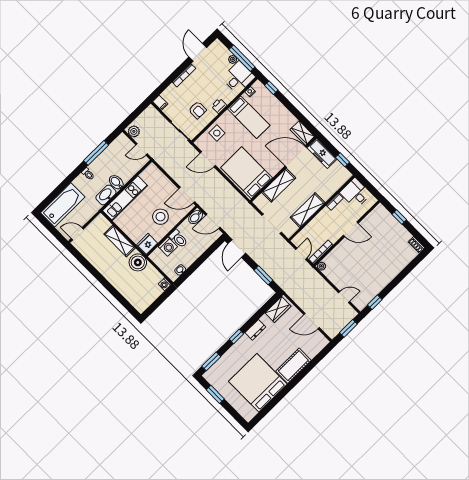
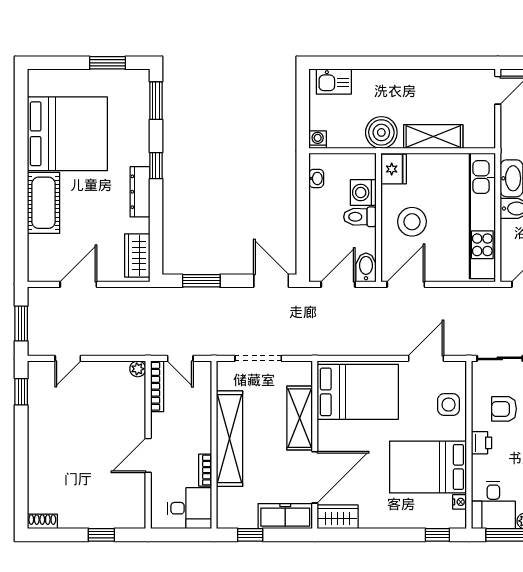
bed: (249, 117) -> (428, 467), width x1.50
kitchen unit: (125, 198) -> (482, 216), width x1.36
shelving: (308, 210) -> (229, 439), width x1.47
kitchen sink: (136, 300) -> (334, 82), added
dresser: (255, 330) -> (140, 192), width x1.44

